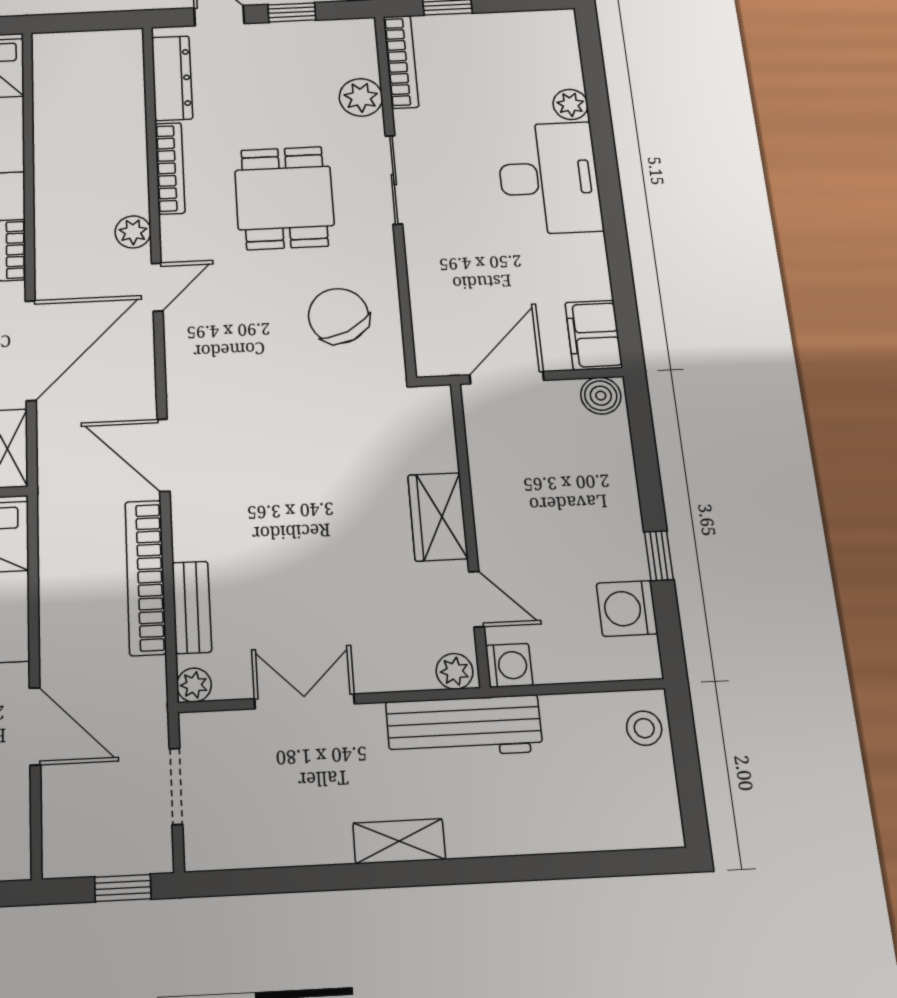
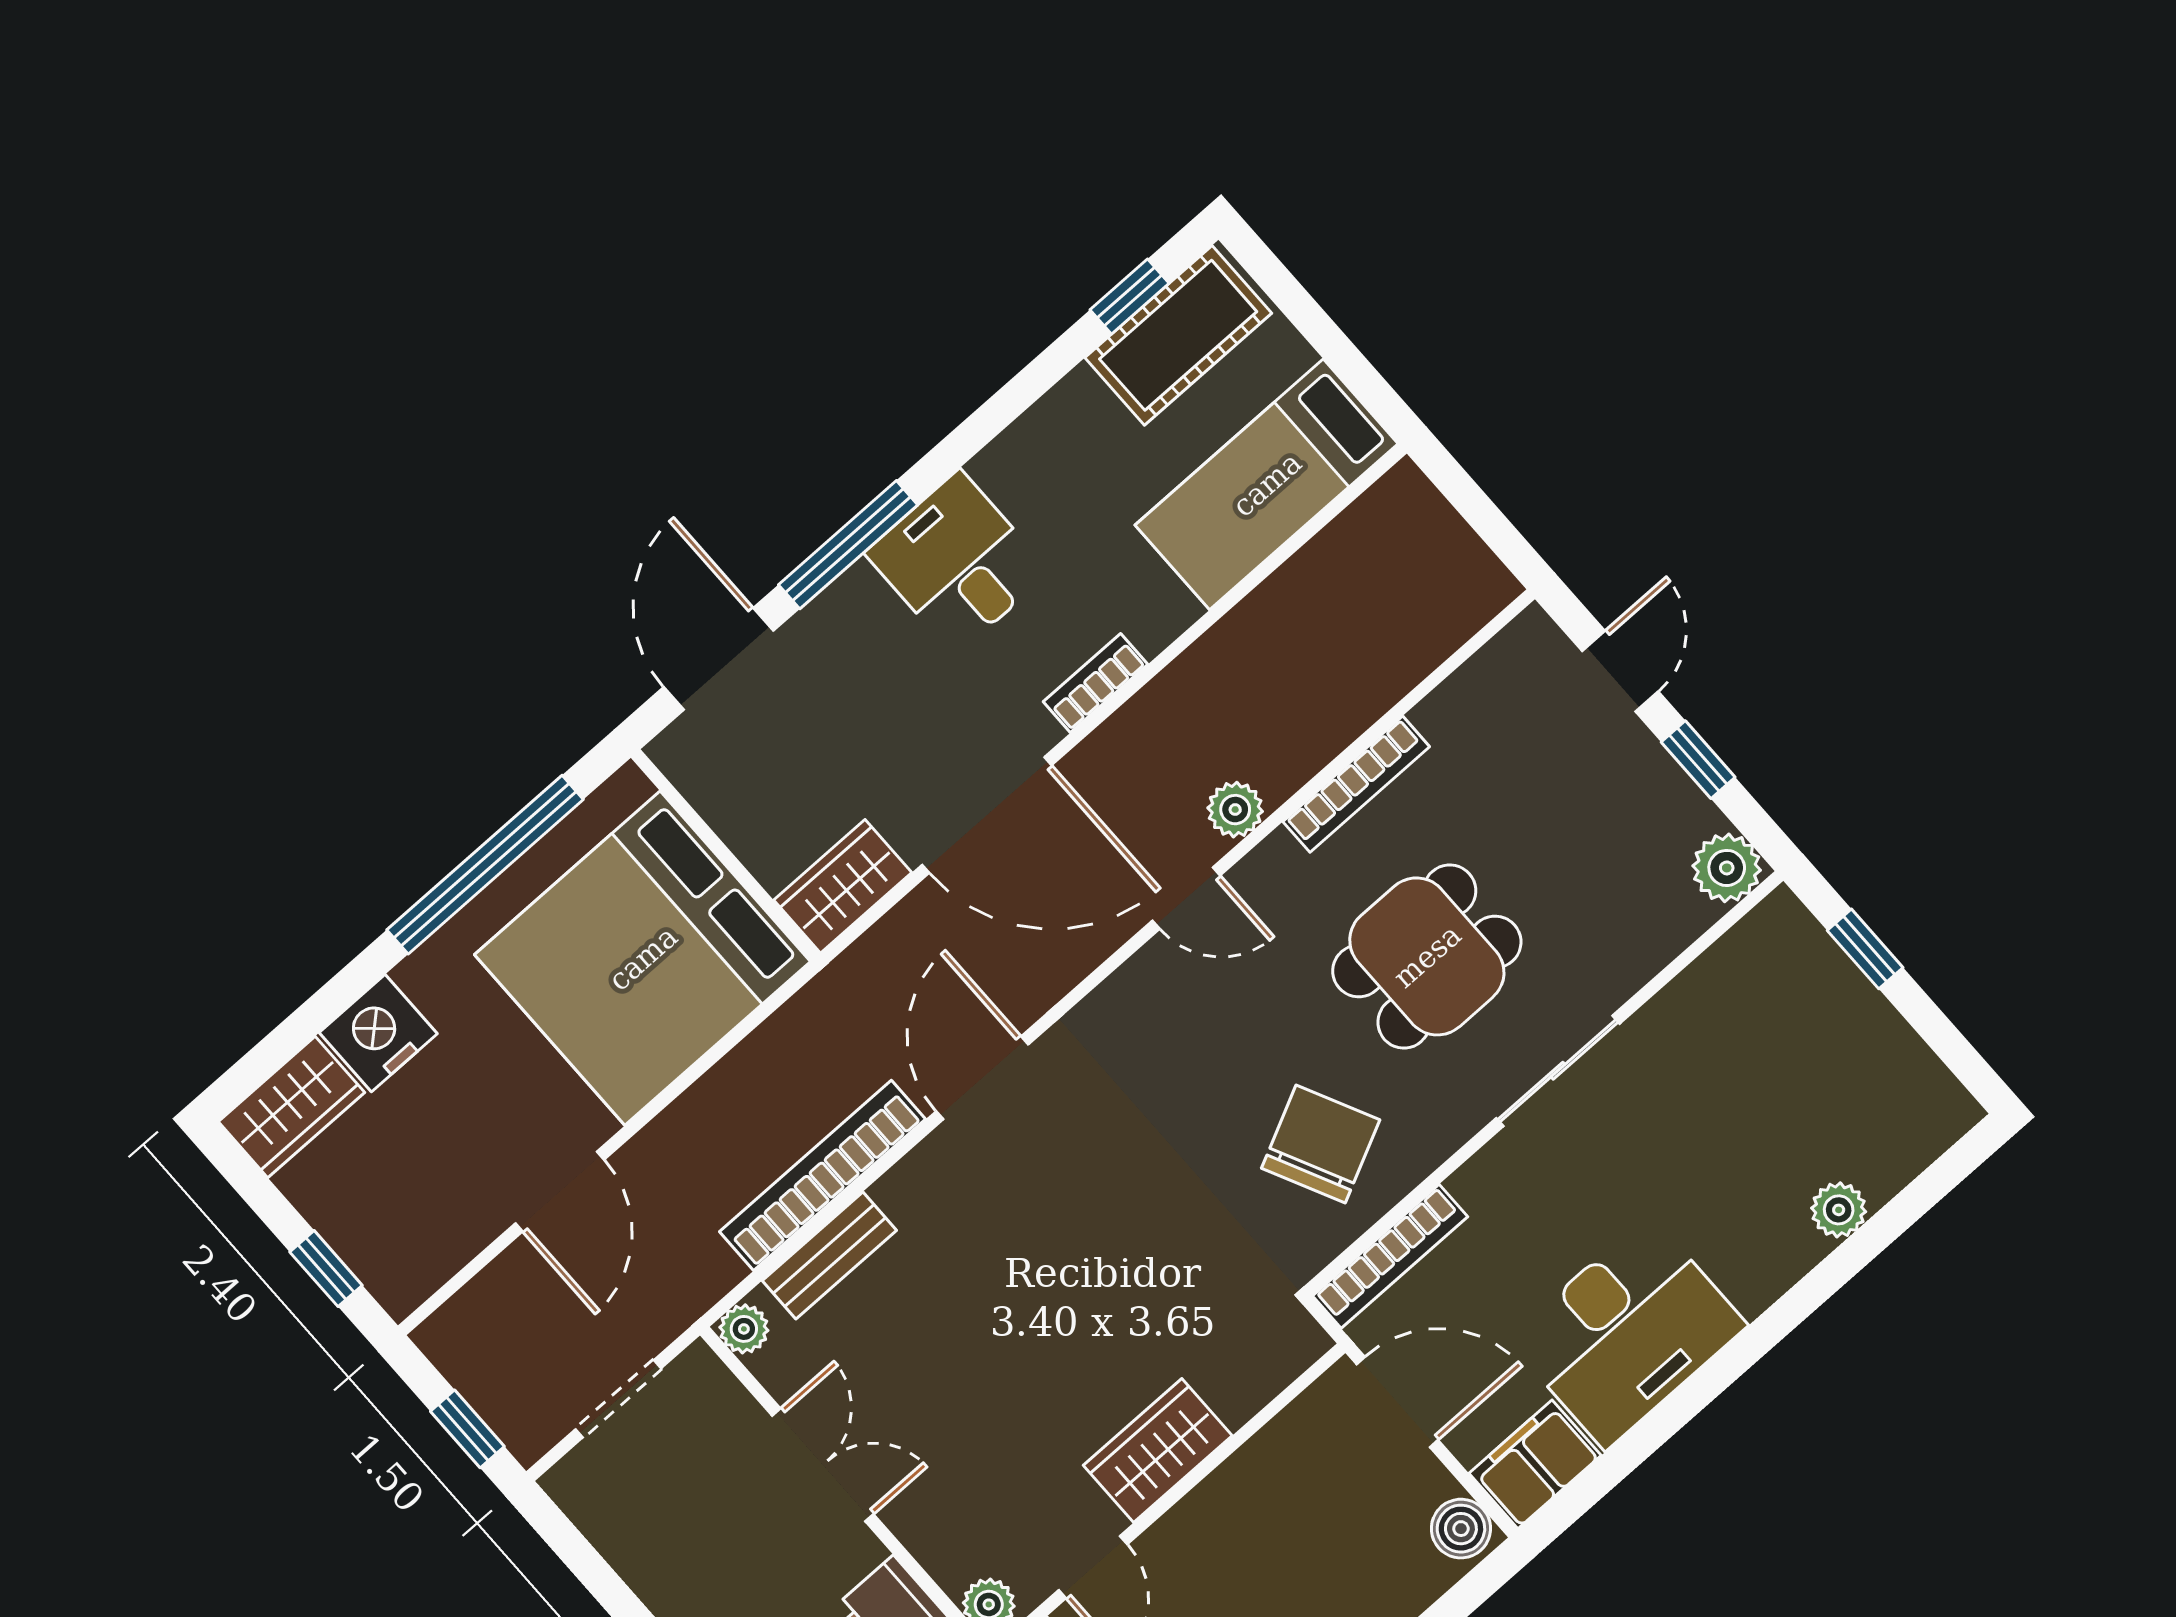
bookcase: (401, 62) -> (1390, 1256), moved
dresser: (172, 78) -> (1483, 684), removed
plant: (361, 97) -> (1727, 868), moved
desk: (549, 178) -> (1627, 1332), moved

